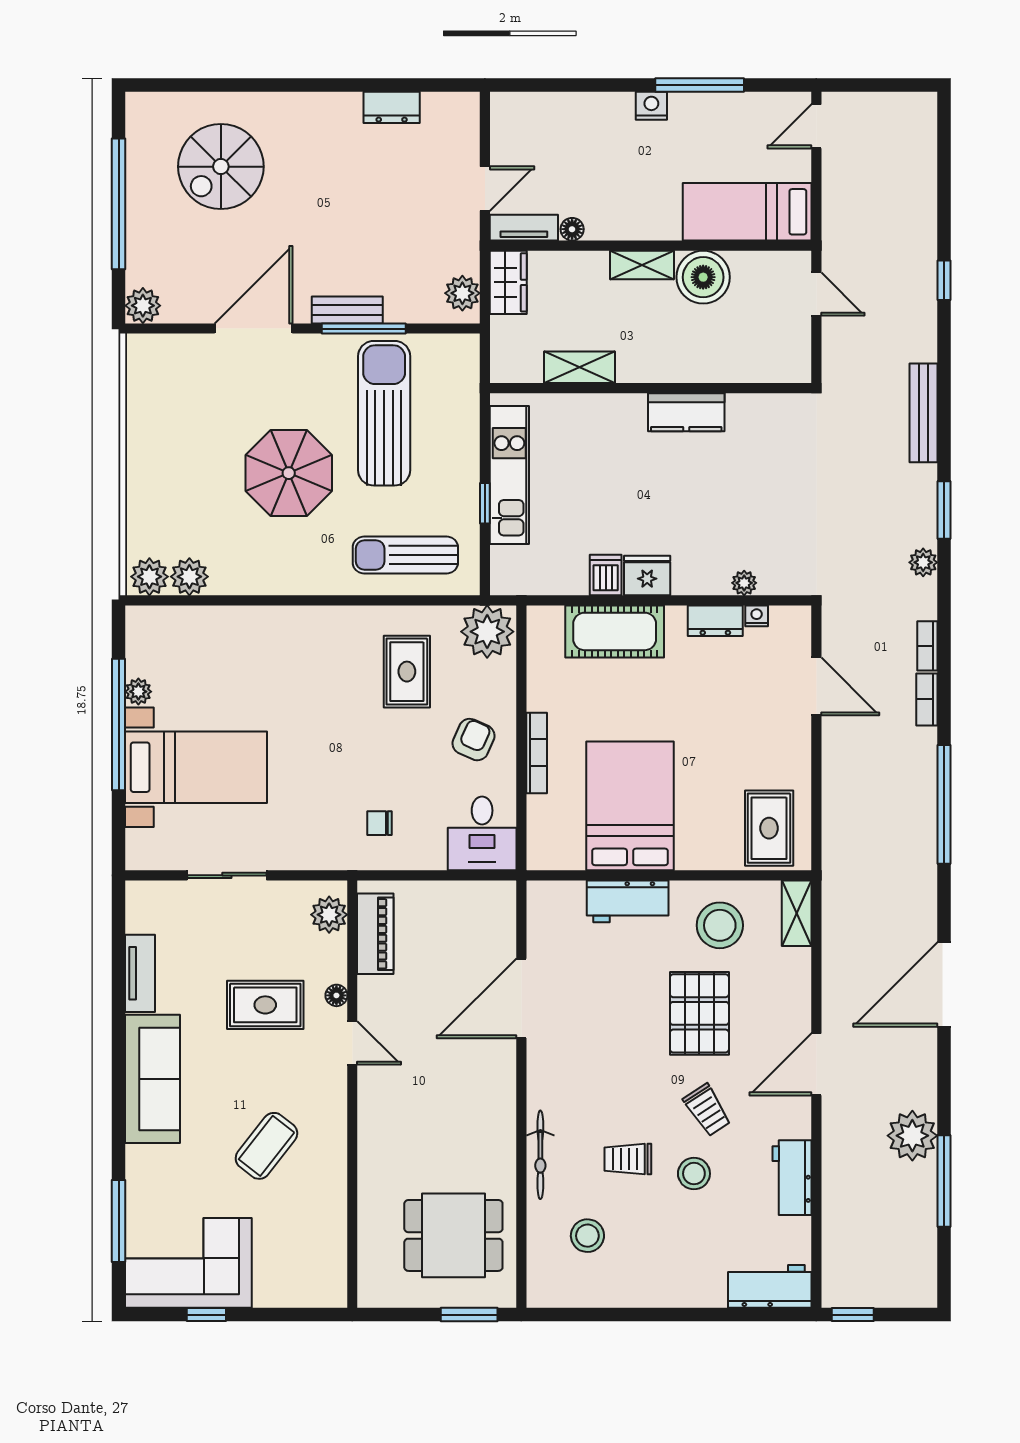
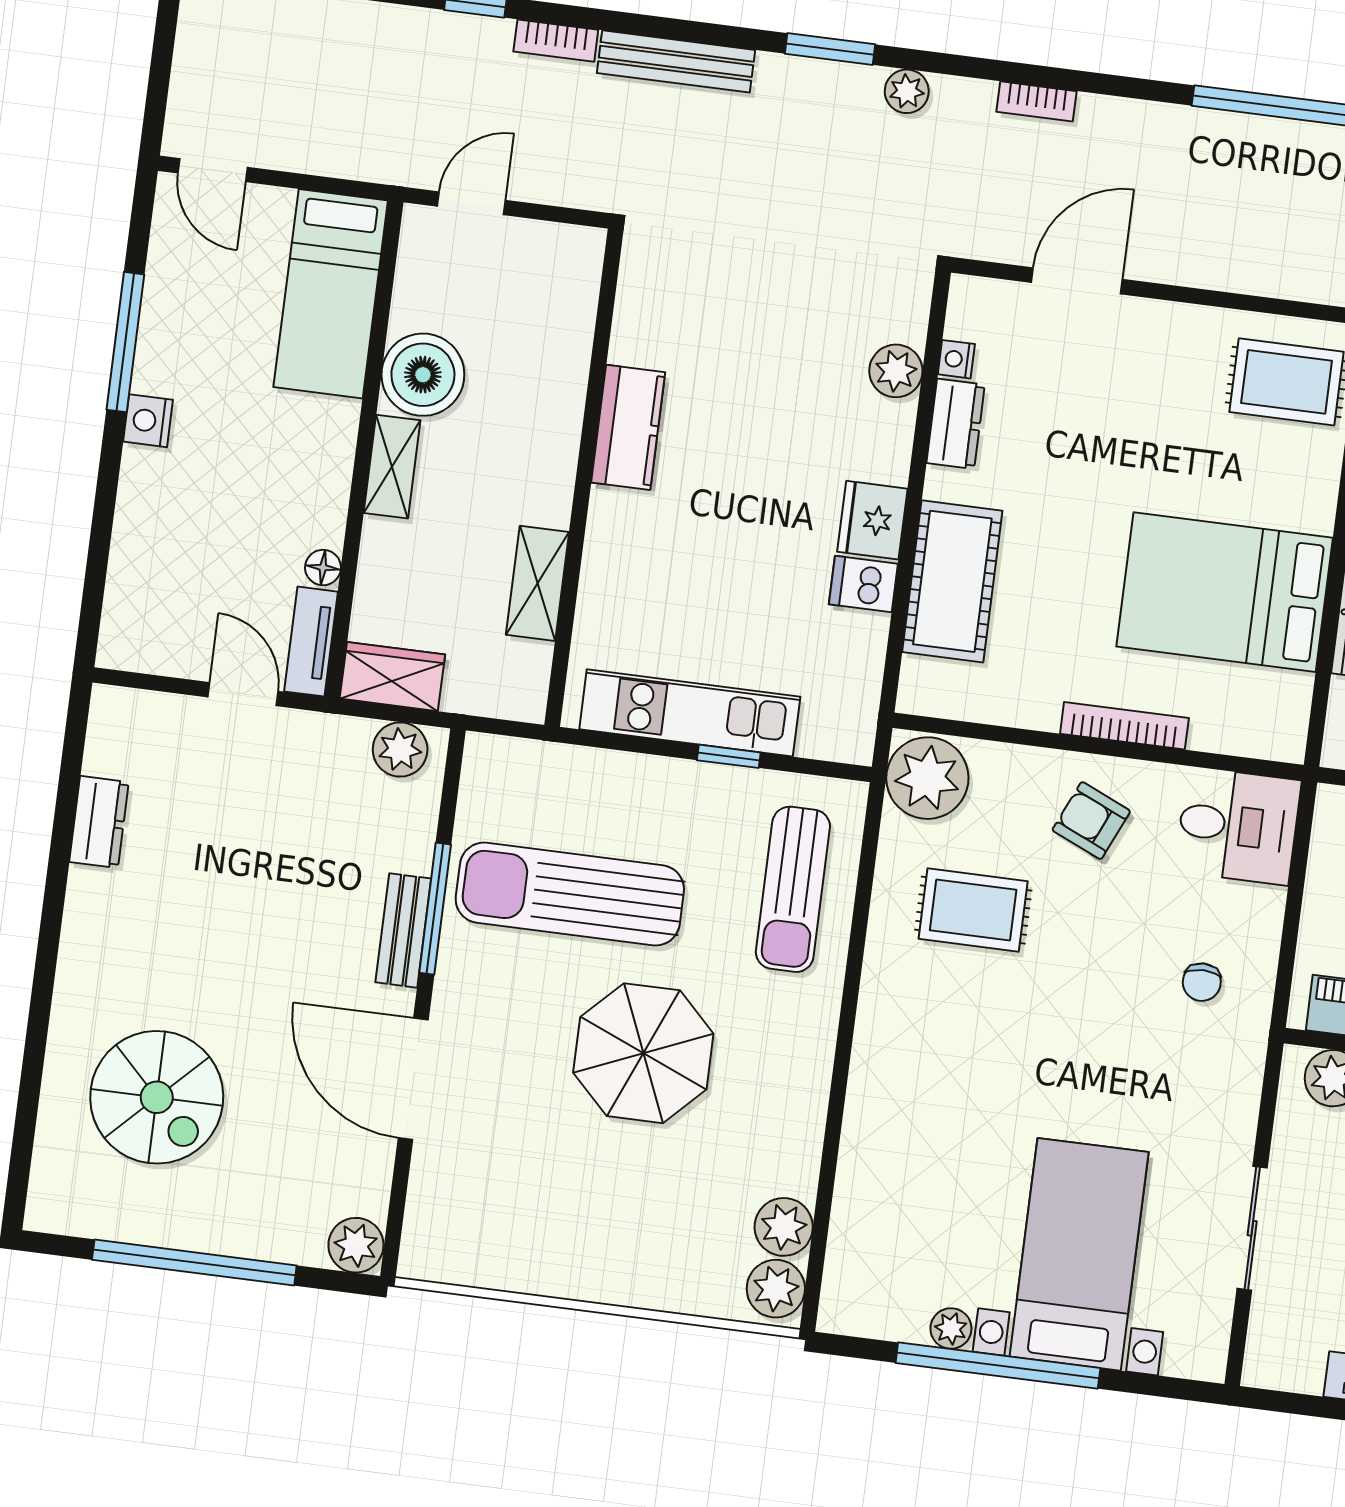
plant: (744, 583) -> (896, 371), width x1.38, depth x1.38
bookcase: (927, 699) -> (556, 41), moved

